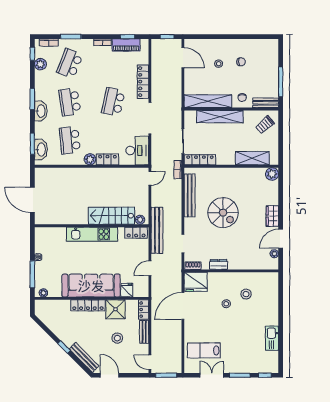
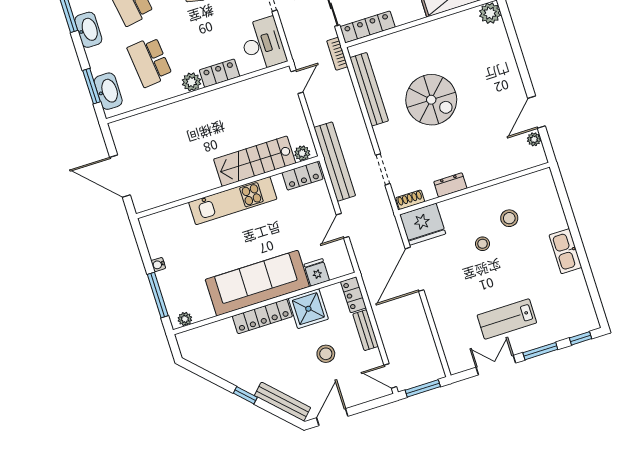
wardrobe: (272, 216) -> (512, 80), removed
kitchen sink: (272, 338) -> (565, 251), moved
lab bench: (204, 350) -> (507, 319), moved
door: (110, 375) -> (332, 417), hinge flipped

